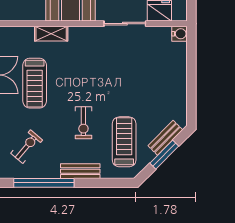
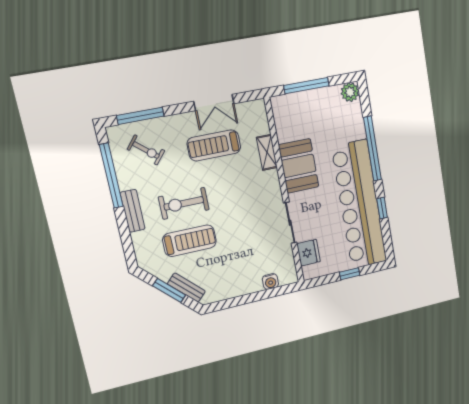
water cooler: (179, 34) -> (270, 282), moved
exercise bike: (83, 123) -> (184, 203), width x1.38, depth x1.39
treadmill: (124, 142) -> (190, 241), moved

